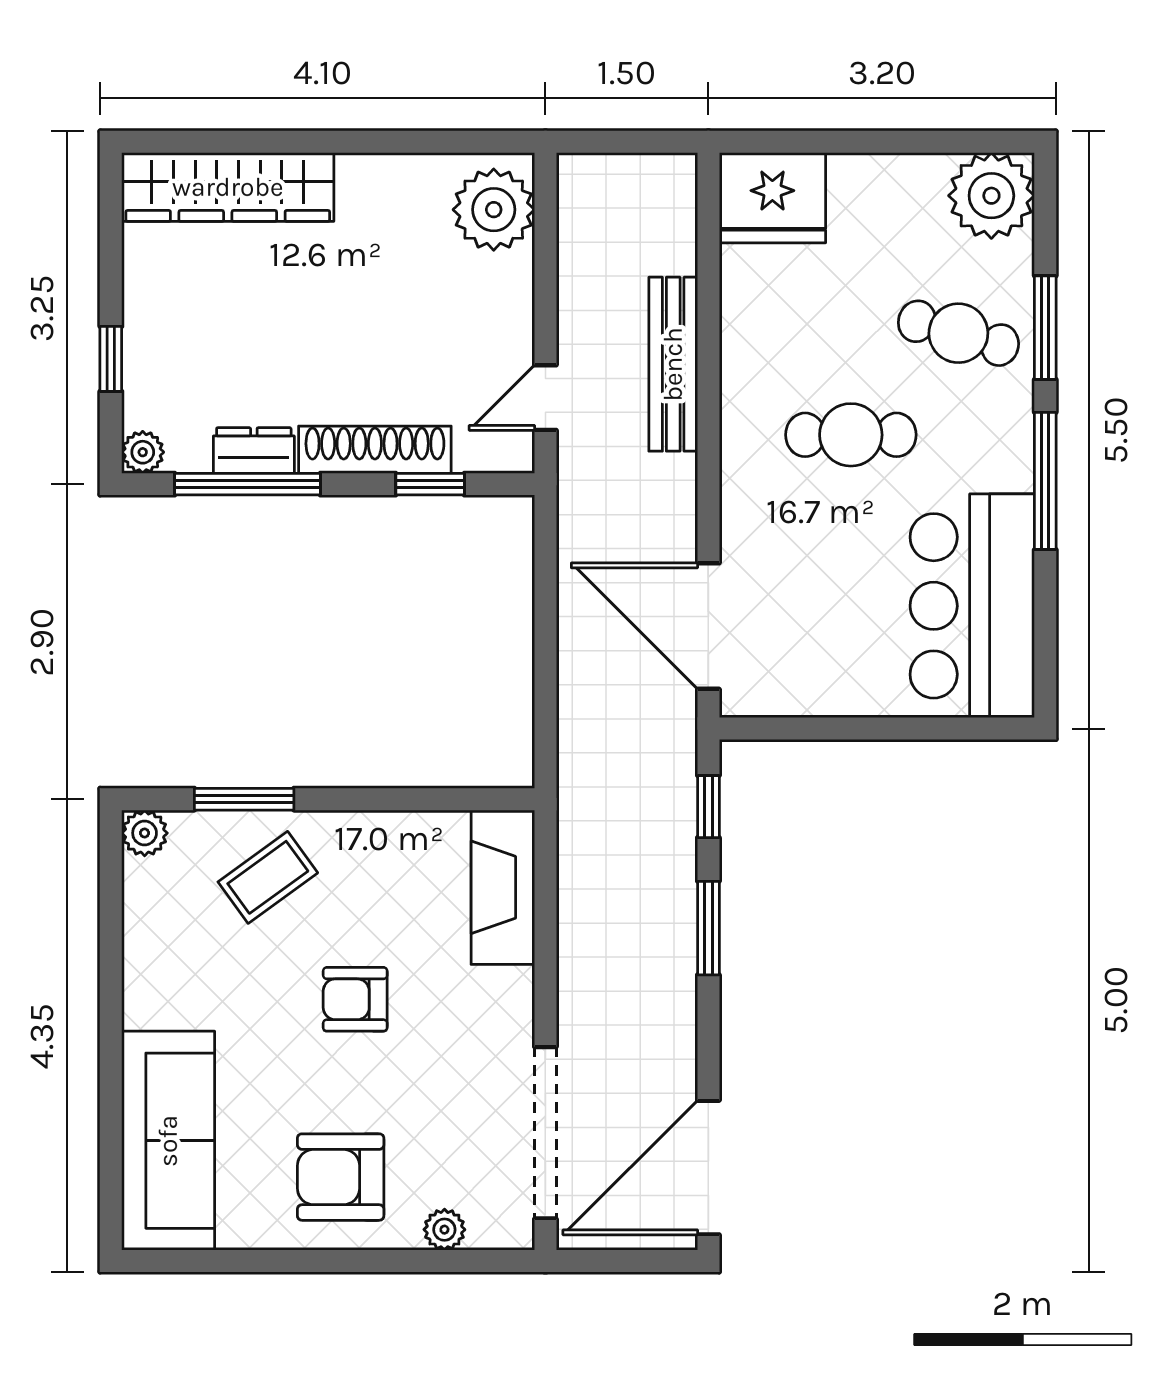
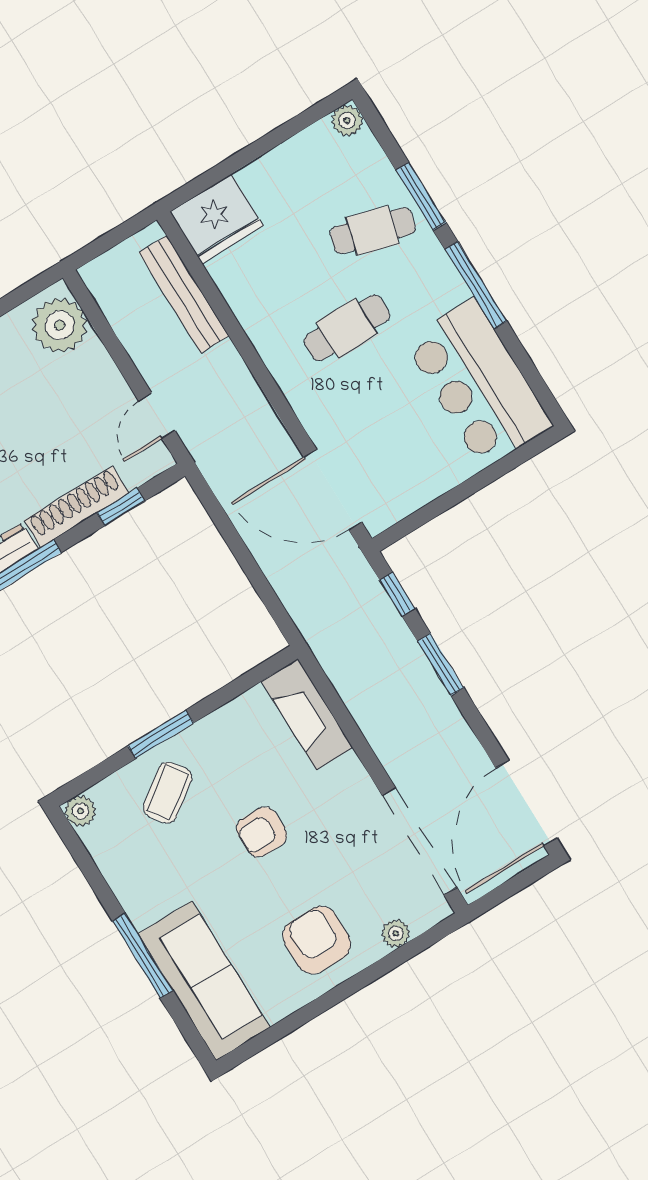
plant: (991, 196) -> (347, 120), width x0.53, depth x0.53
bench: (673, 364) -> (184, 294), moved
window: (244, 799) -> (161, 734), moved
window: (111, 1062) -> (143, 956), added
armchair: (341, 1177) -> (317, 940), turned 90

